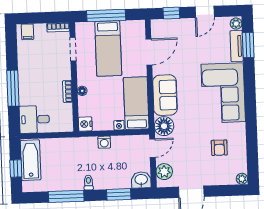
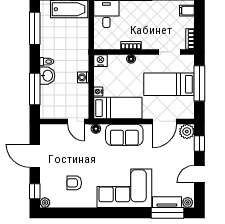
door: (205, 12) -> (199, 174), hinge flipped
window: (248, 45) -> (167, 213), width x1.44
door: (149, 52) -> (164, 121), hinge flipped
floor lamp: (164, 126) -> (96, 129), width x0.53, depth x0.53
plant: (164, 172) -> (187, 131), moved
washbasin: (141, 180) -> (47, 76), moved
window: (230, 190) -> (35, 191), added
window: (119, 194) -> (35, 89), width x1.44
window: (66, 196) -> (35, 28), moved

